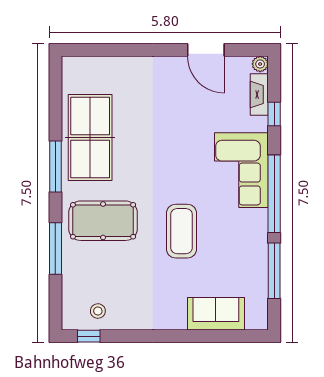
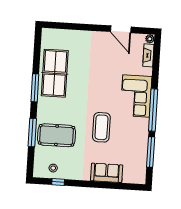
window: (274, 114) -> (156, 66), removed
pool table: (103, 221) -> (56, 135), moved
sofa: (216, 314) -> (107, 173), moved
window: (89, 336) -> (58, 182), moved

